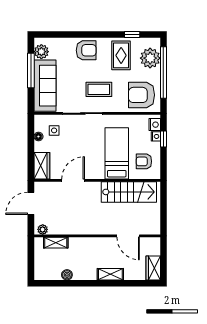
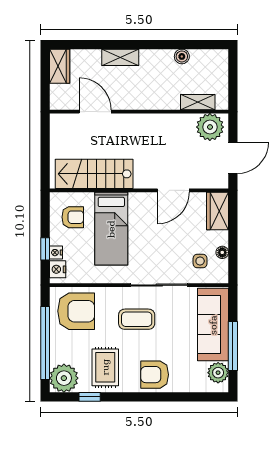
plant: (150, 58) -> (64, 378), moved
plant: (43, 229) -> (210, 127), width x1.88, depth x1.88

